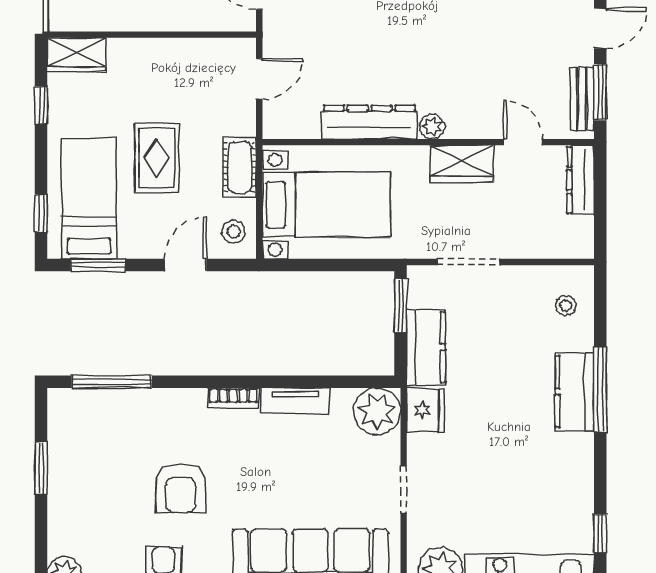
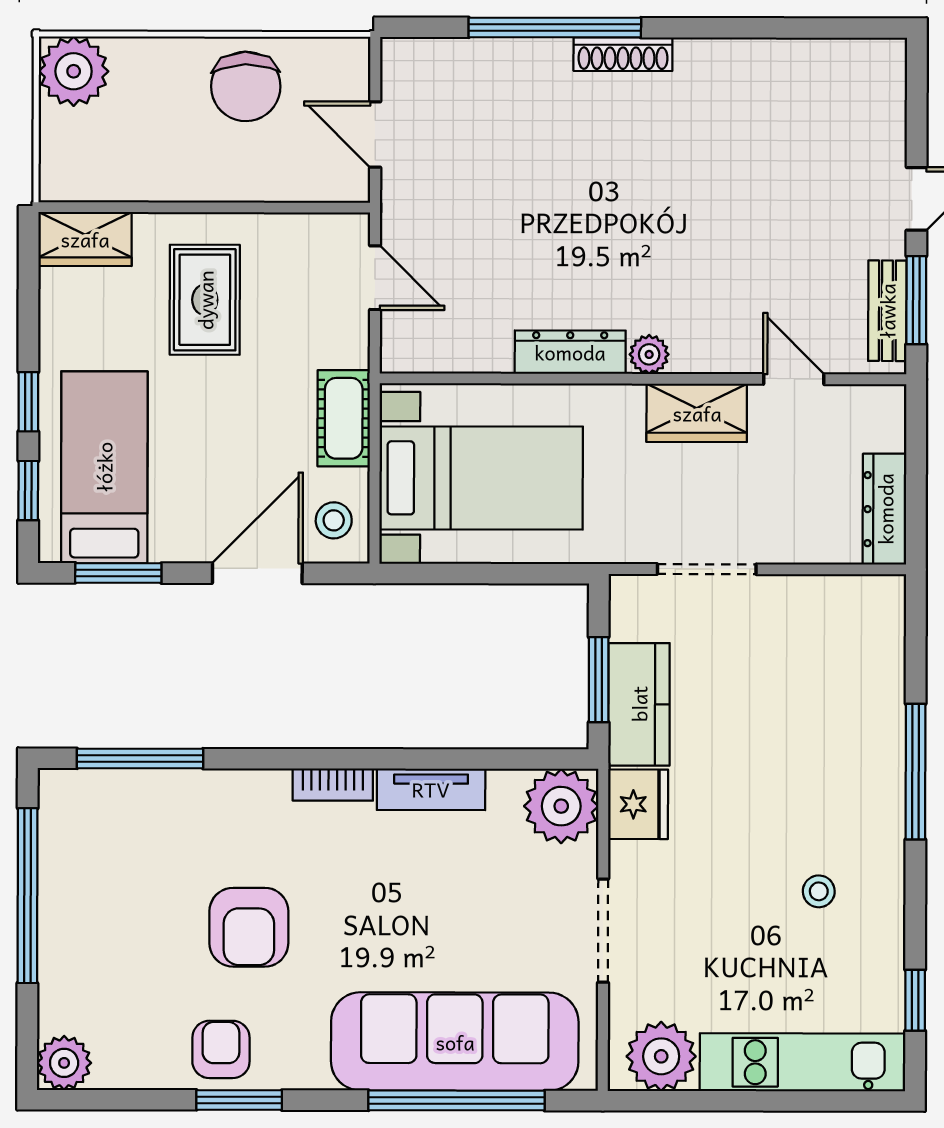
door: (259, 79) -> (375, 278), hinge flipped
window: (41, 105) -> (28, 402), moved
dresser: (370, 122) -> (570, 352), width x0.73, depth x0.80
rug: (157, 158) -> (205, 300), moved
dresser: (580, 180) -> (885, 509), moved
door: (185, 265) -> (257, 573), width x1.38
window: (401, 305) -> (599, 680), moved
stool: (566, 305) -> (819, 891), moved
kitchen counter: (575, 392) -> (875, 775), removed
window: (41, 468) -> (28, 896), width x2.11
doorway: (404, 490) -> (603, 931), width x1.38

